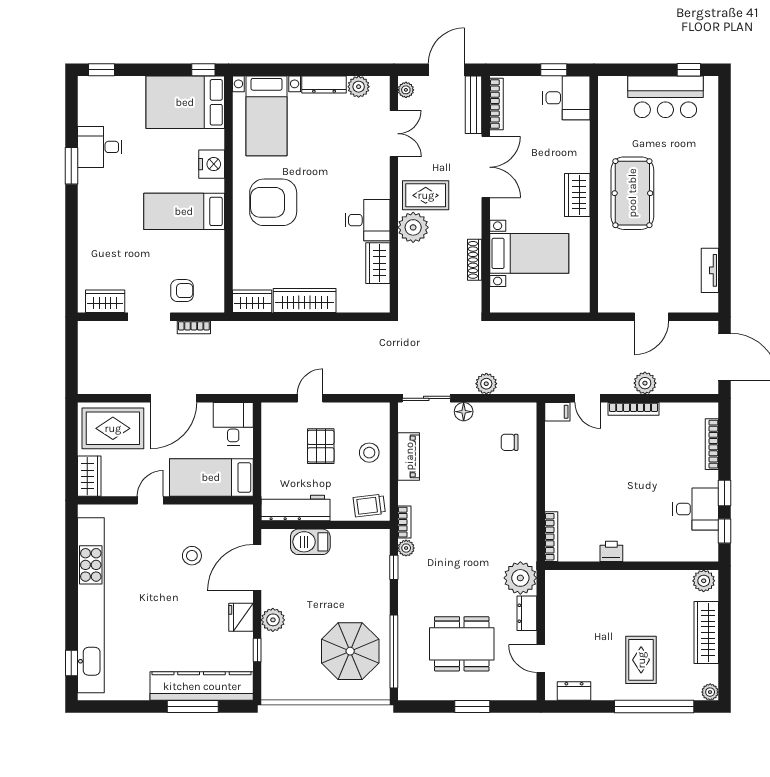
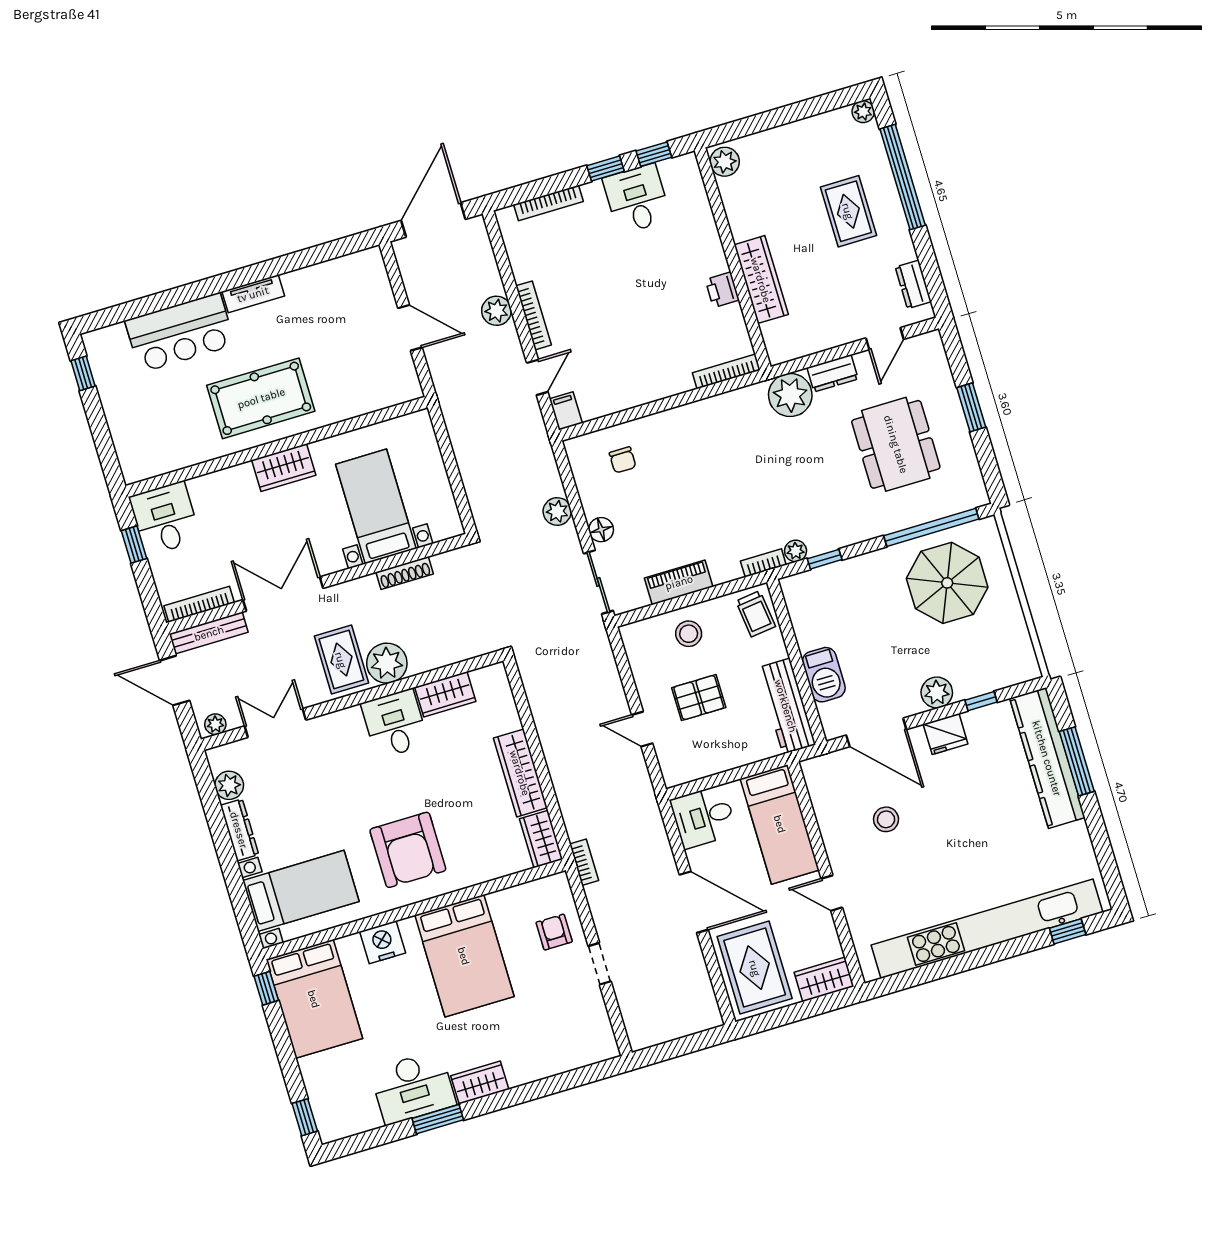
bar counter: (665, 97) -> (180, 333), moved, turned 90
desk: (100, 147) -> (413, 1087), width x1.37
bed: (184, 211) -> (464, 956), width x1.50
tv unit: (710, 270) -> (253, 294), moved
wardrobe: (105, 301) -> (480, 1083), moved, turned 90
doorway: (149, 317) -> (600, 964), width x0.73
bookcase: (194, 327) -> (584, 862), moved
wardrobe: (706, 633) -> (761, 280), moved, turned -90
rug: (641, 660) -> (848, 211), turned 90

